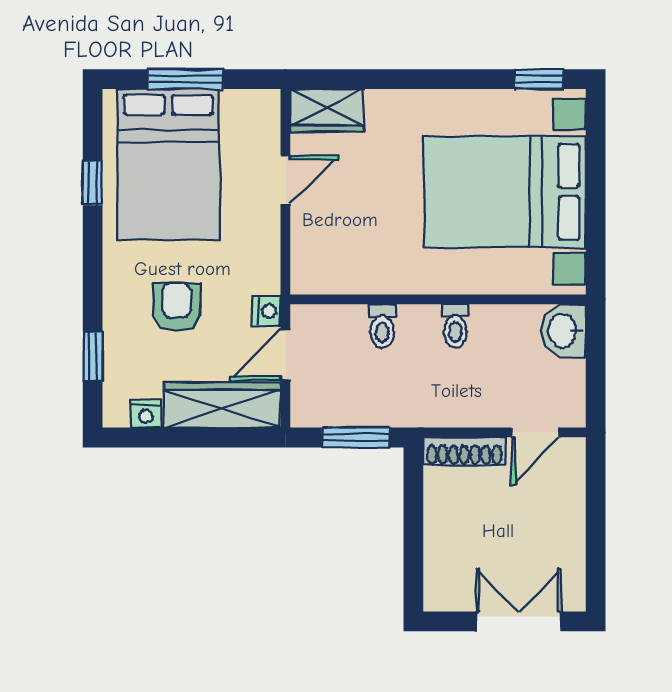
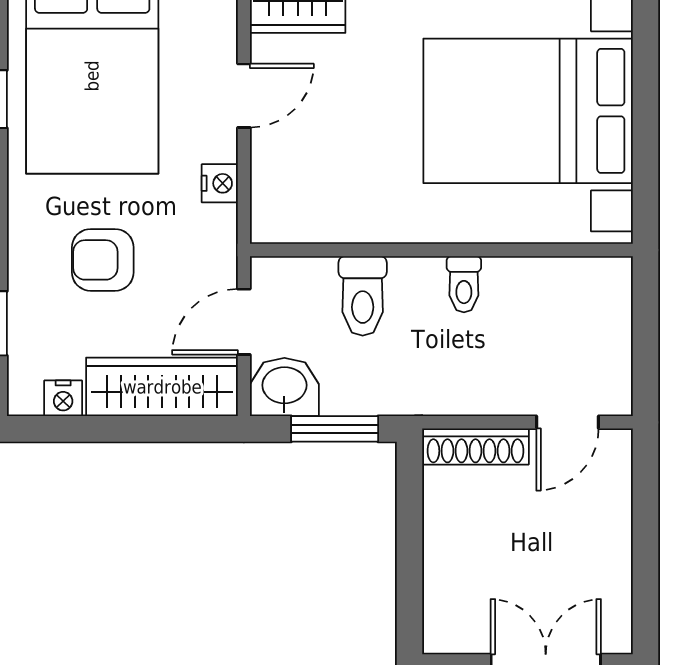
armchair: (176, 307) -> (103, 260), turned -90
nightstand: (267, 311) -> (220, 183), moved
toilet: (382, 326) -> (363, 296), width x1.37, depth x1.39
washbasin: (563, 331) -> (284, 387), moved, turned 90

